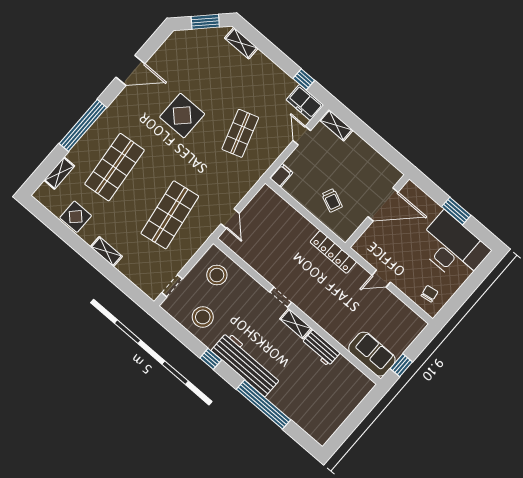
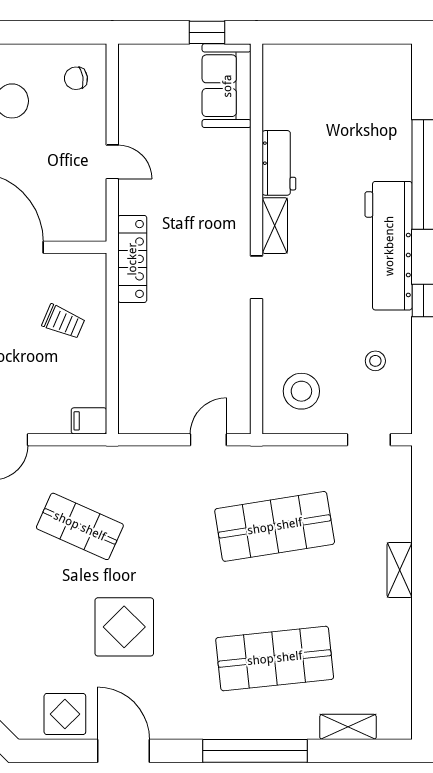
shop shelf: (240, 133) -> (80, 526), turned 42
trolley: (332, 200) -> (63, 322), turned 89
display table: (76, 217) -> (65, 714), moved
stool: (203, 317) -> (375, 361), width x0.53, depth x0.53

